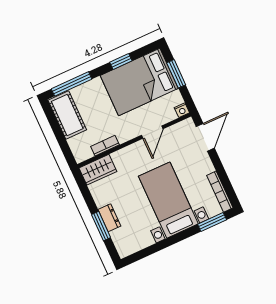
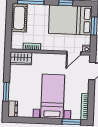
door: (152, 132) -> (74, 53), moved
dresser: (109, 218) -> (13, 109), moved

